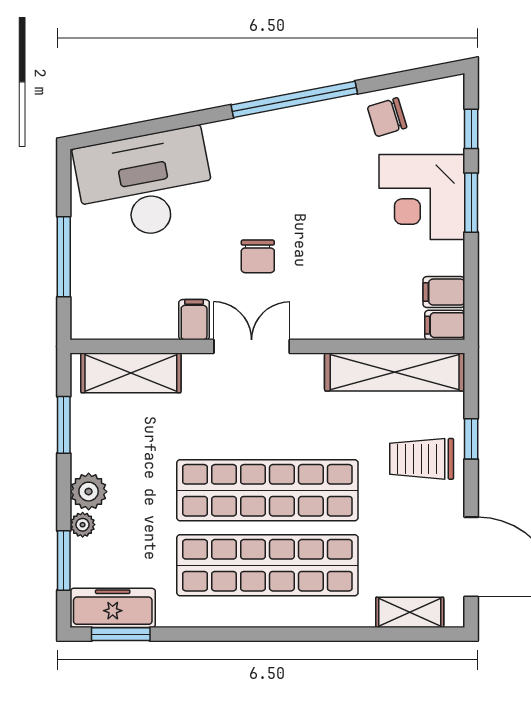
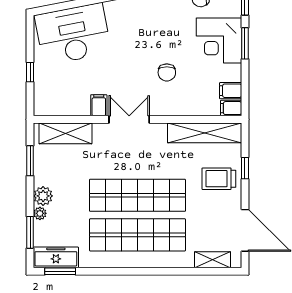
chair: (258, 256) -> (167, 72), moved
window: (64, 257) -> (30, 72), width x0.46

